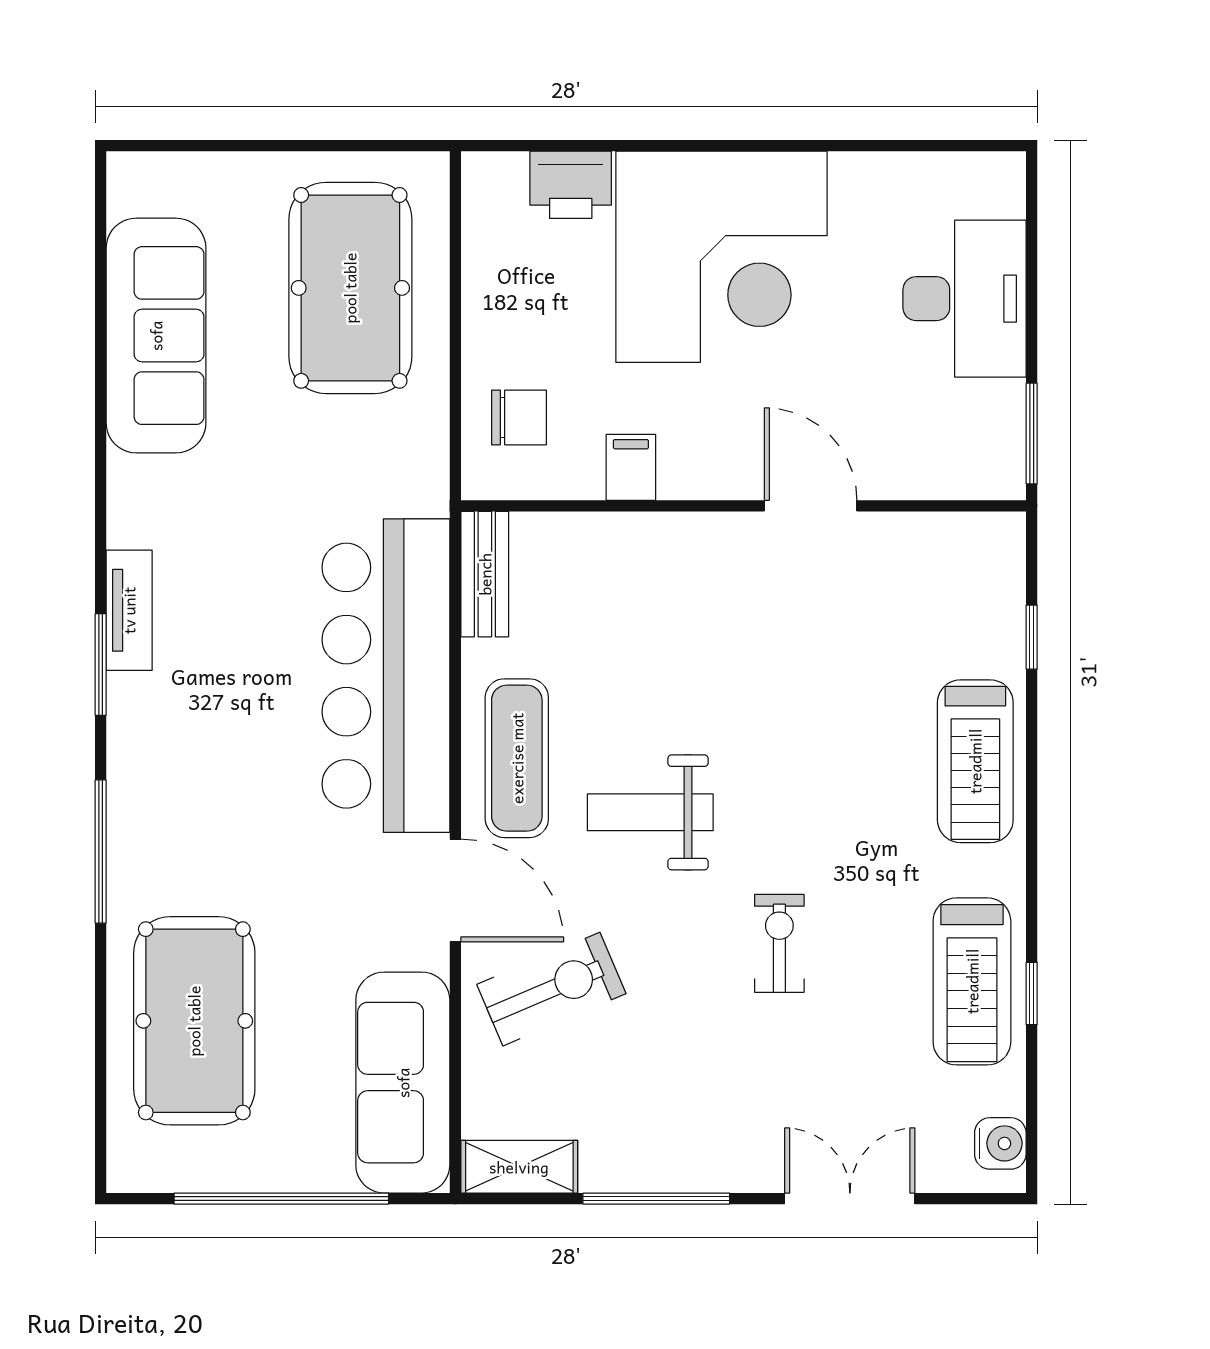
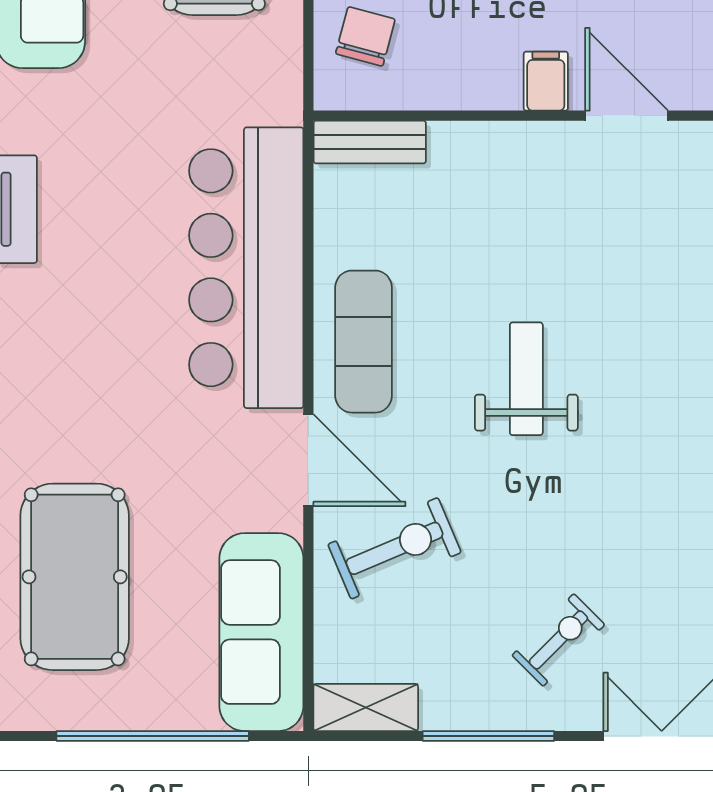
chair: (519, 417) -> (365, 36), turned -75
filing cabinet: (631, 467) -> (546, 81), moved
bench: (485, 574) -> (370, 142), moved, turned 90
weight bench: (650, 812) -> (526, 379), moved, turned 90
exercise bike: (779, 943) -> (558, 640), moved, turned 45

